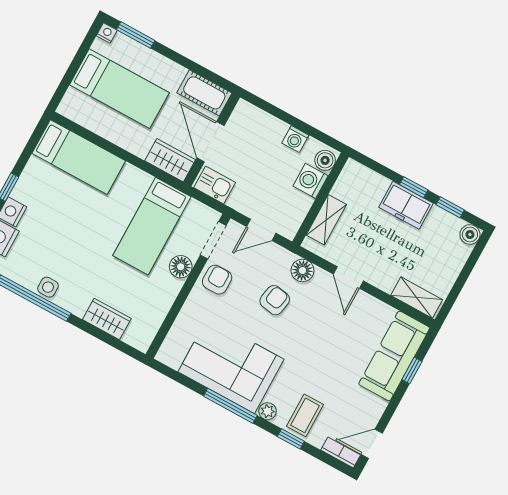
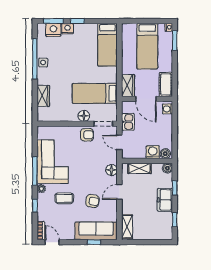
washing machine: (295, 139) -> (167, 109), moved
door: (210, 142) -> (146, 99), swing flipped
kitchen sink: (215, 185) -> (128, 122), moved
window: (414, 187) -> (175, 188), moved
boiler: (470, 234) -> (167, 168), moved
armchair: (275, 300) -> (92, 201), moved
coffee table: (305, 415) -> (64, 198), moved

